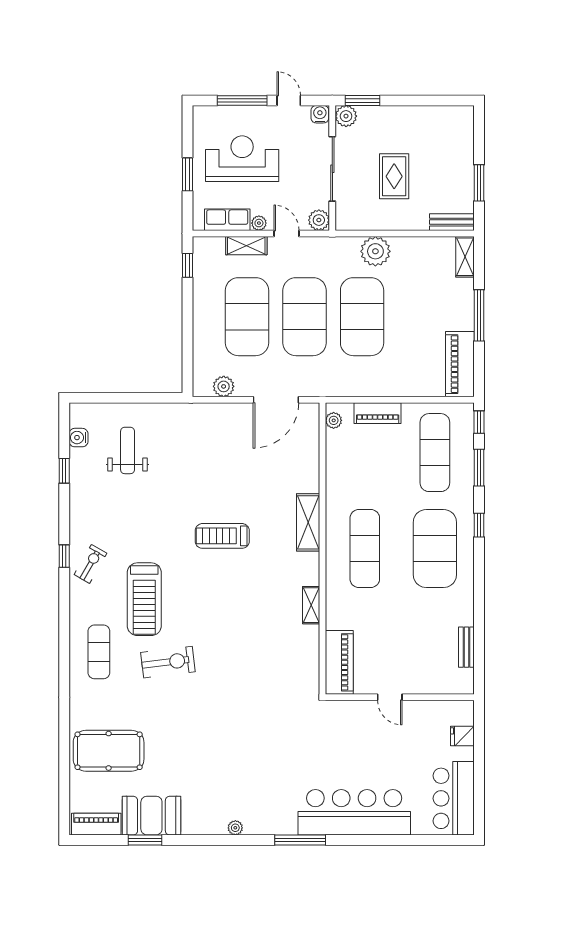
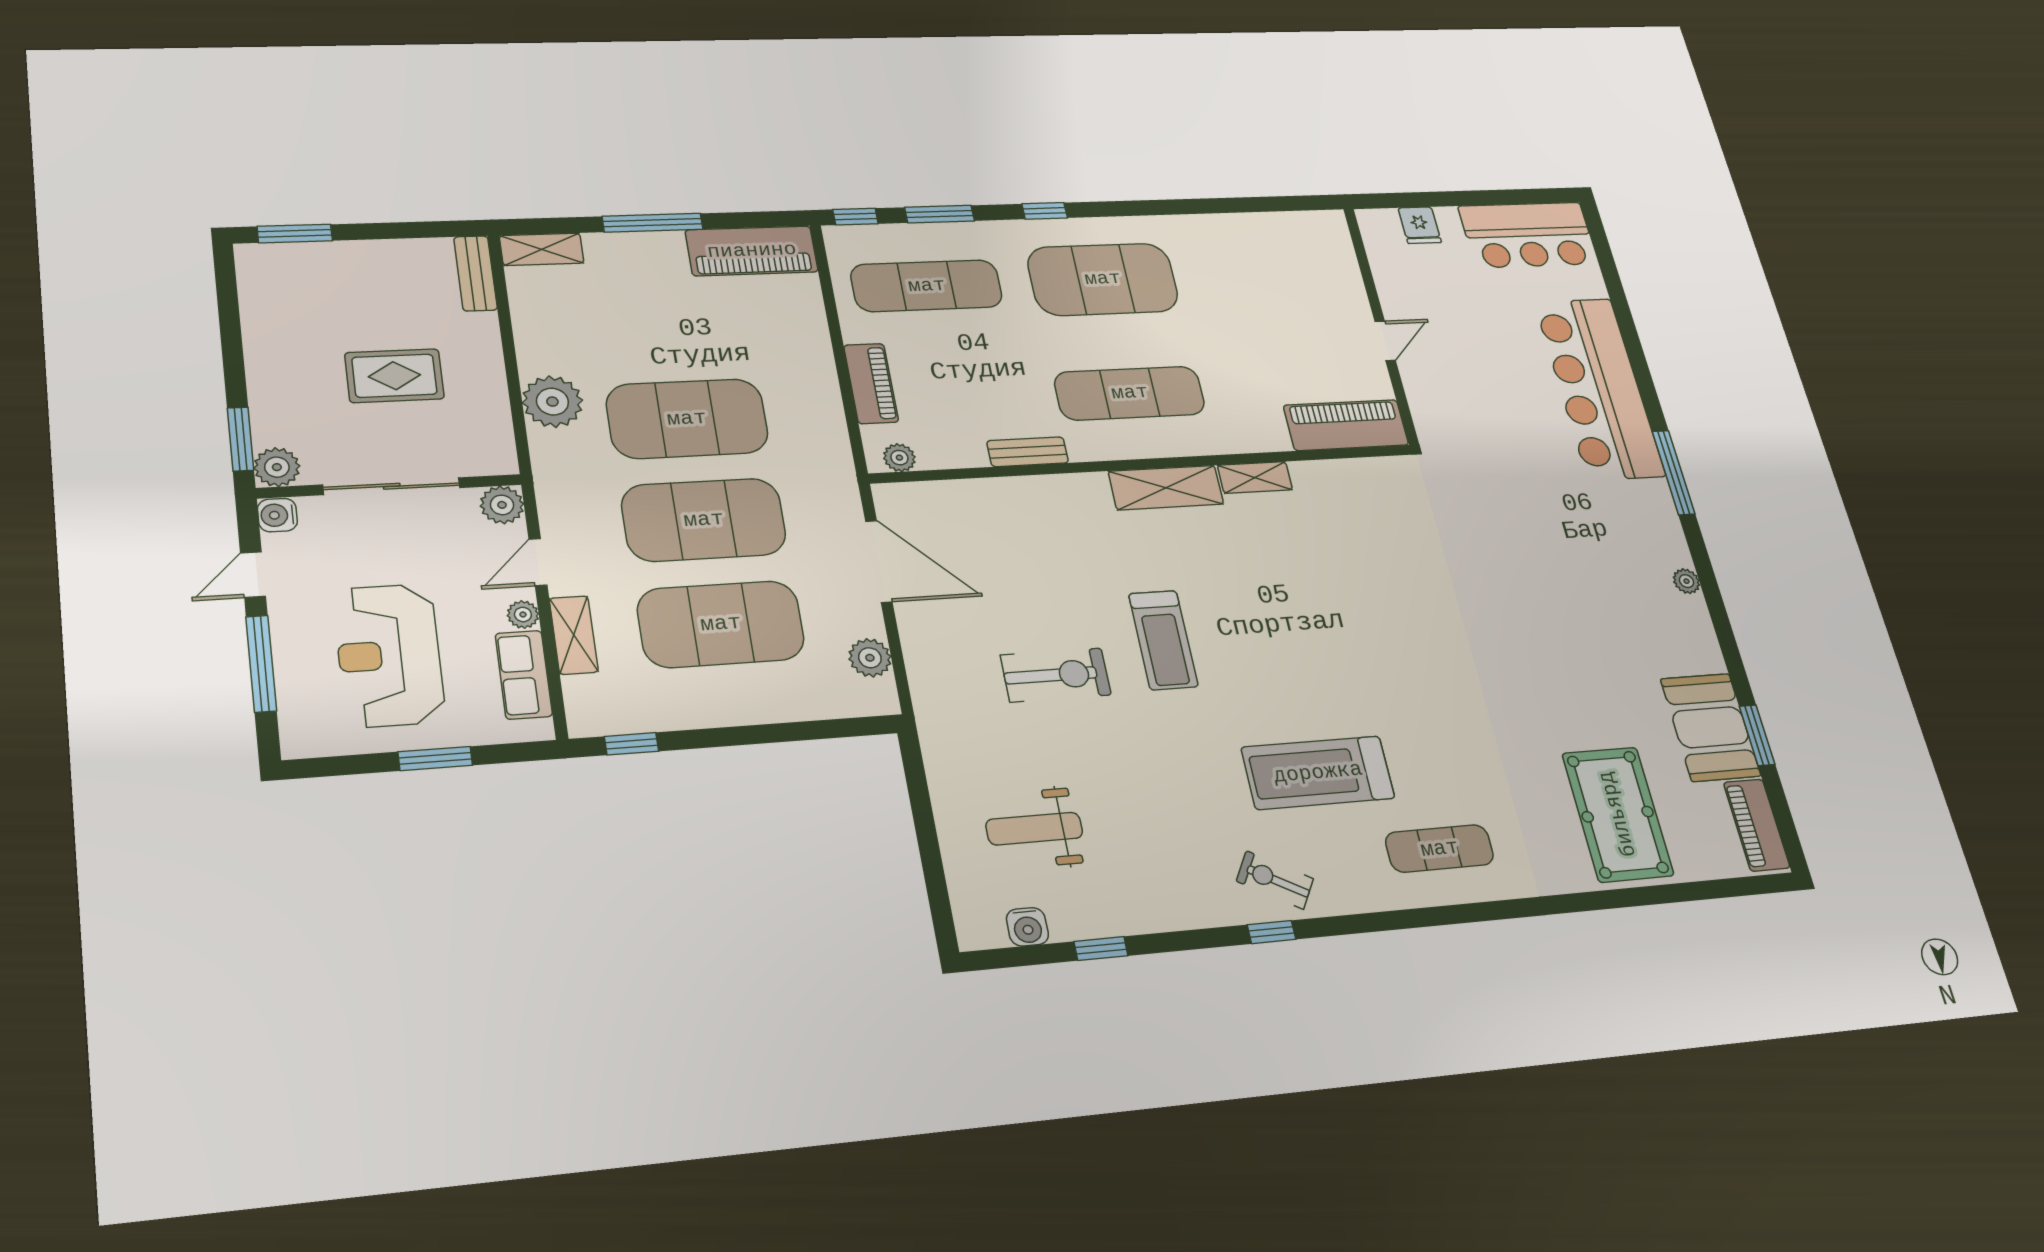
window: (479, 183) -> (295, 234), moved
shelving: (308, 522) -> (1166, 488), moved
treadmill: (144, 599) -> (1318, 773), turned 180
bench: (466, 647) -> (1028, 452), moved
exercise bike: (168, 662) -> (1056, 675), moved, turned 97

